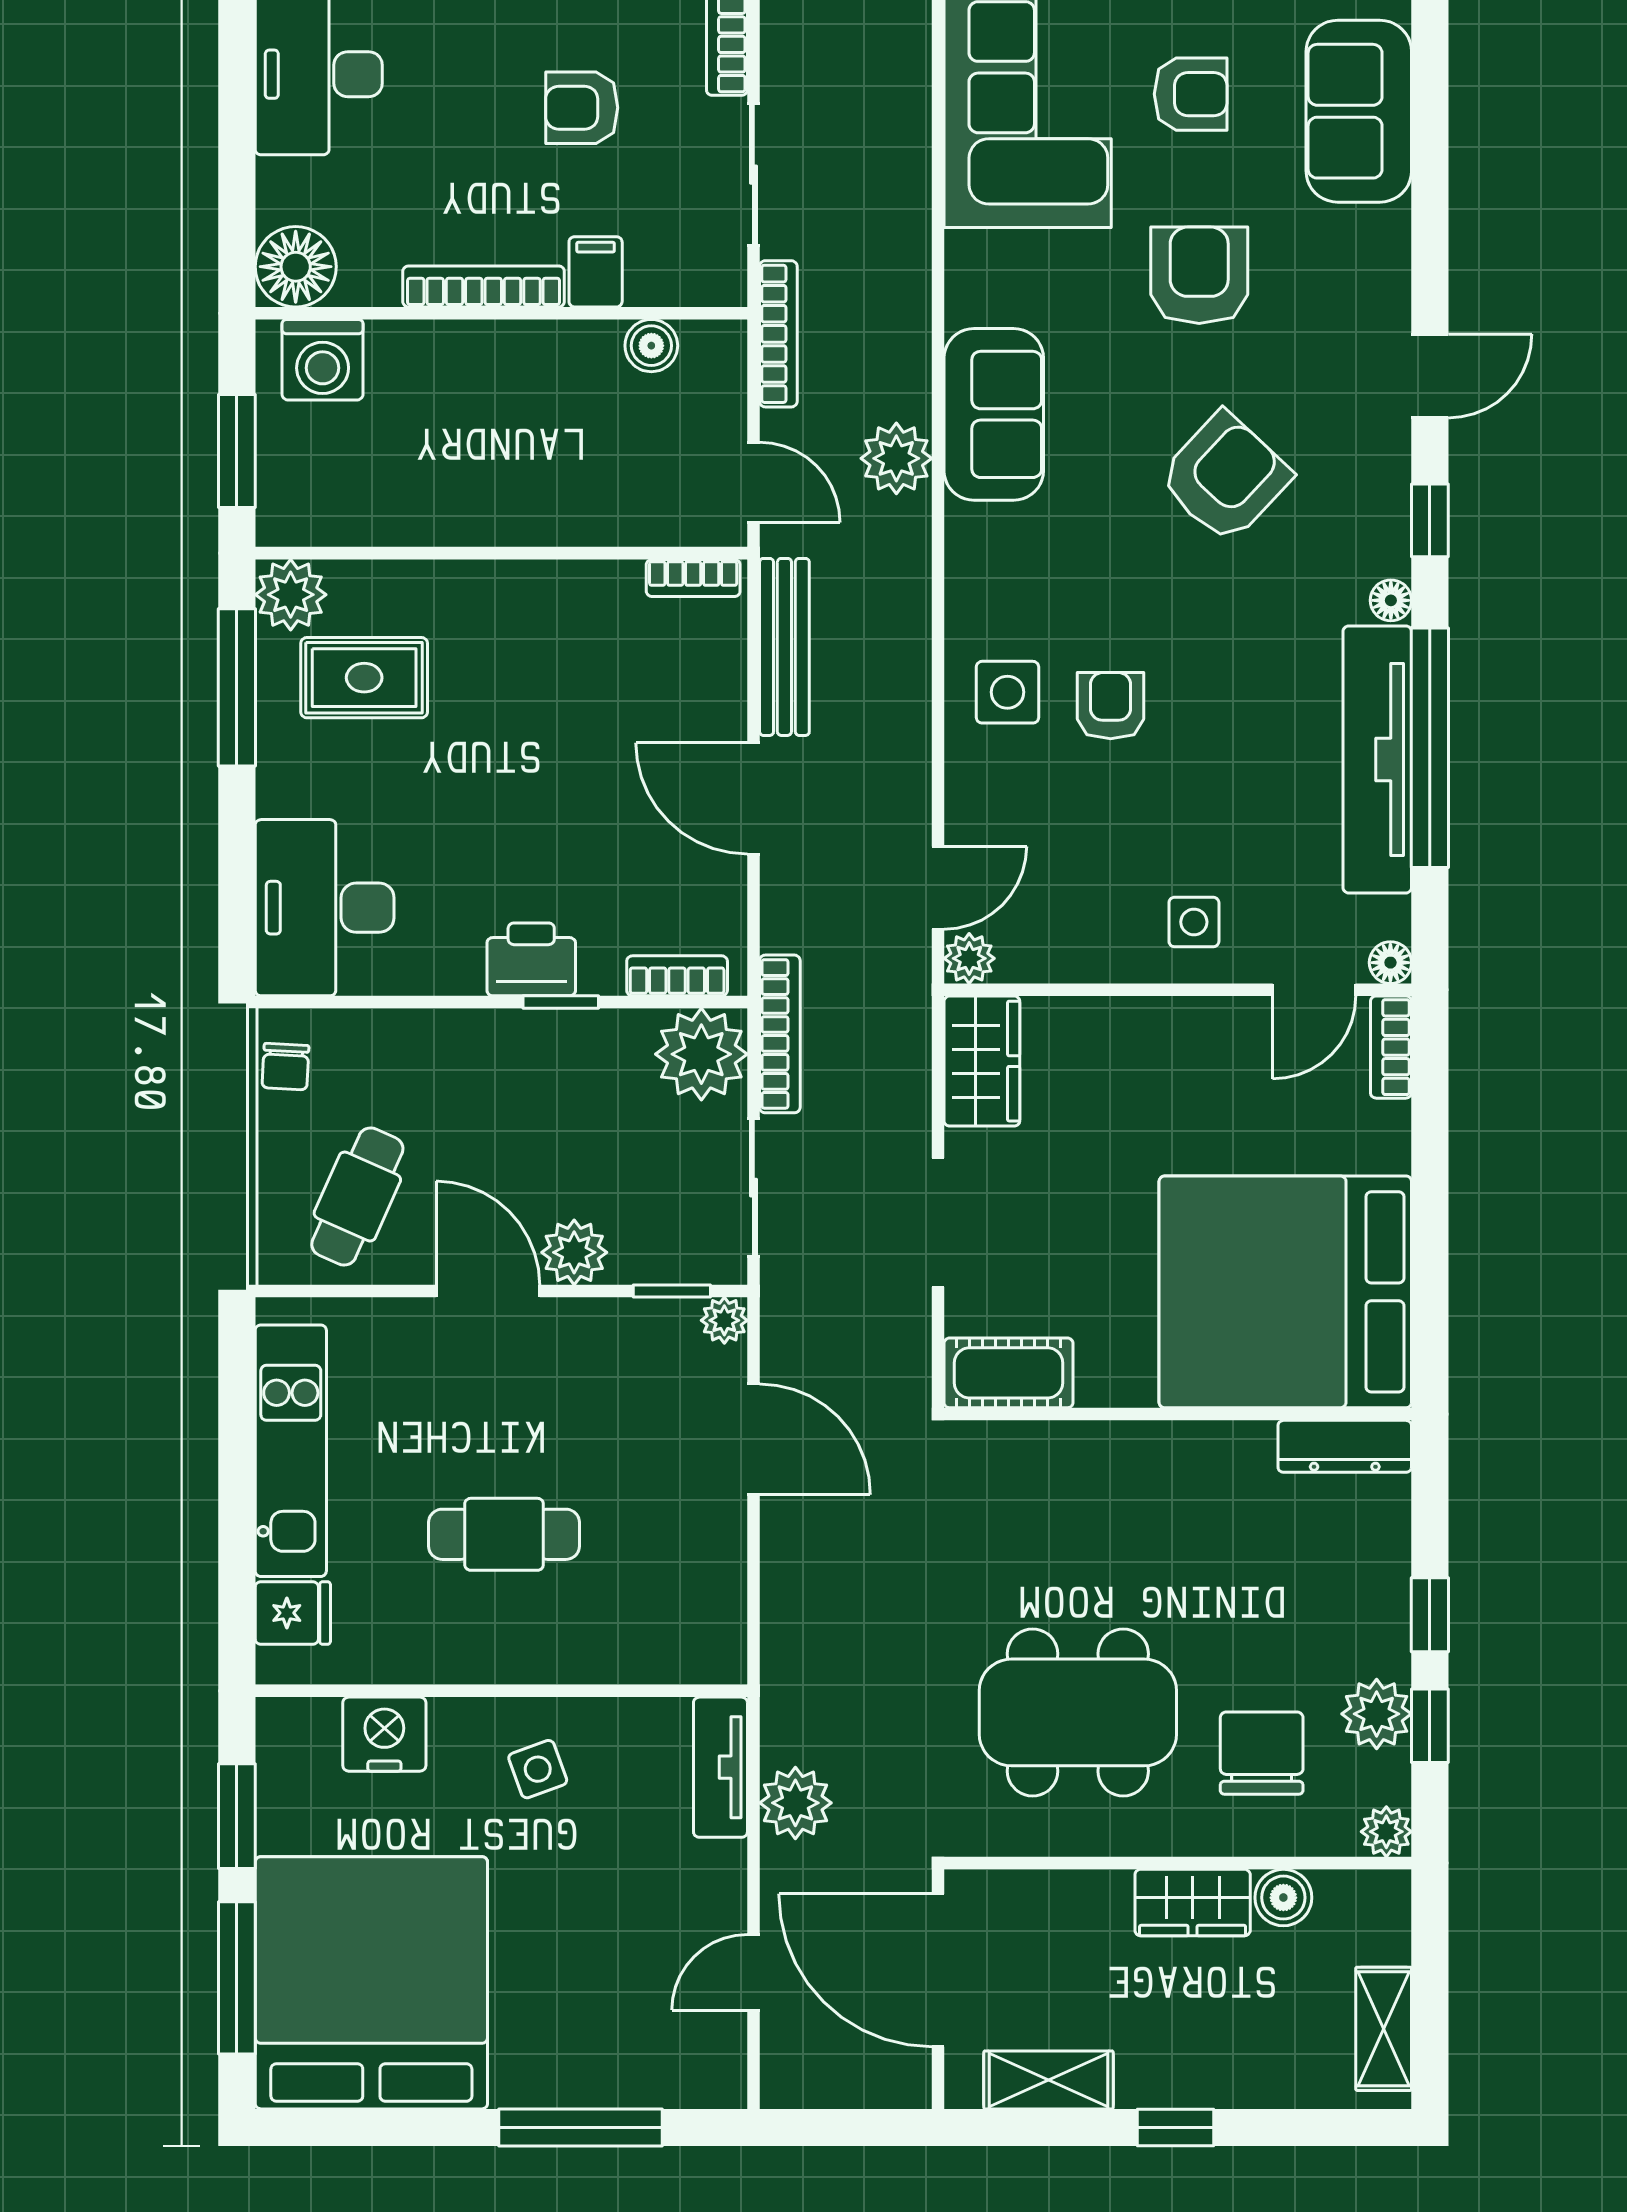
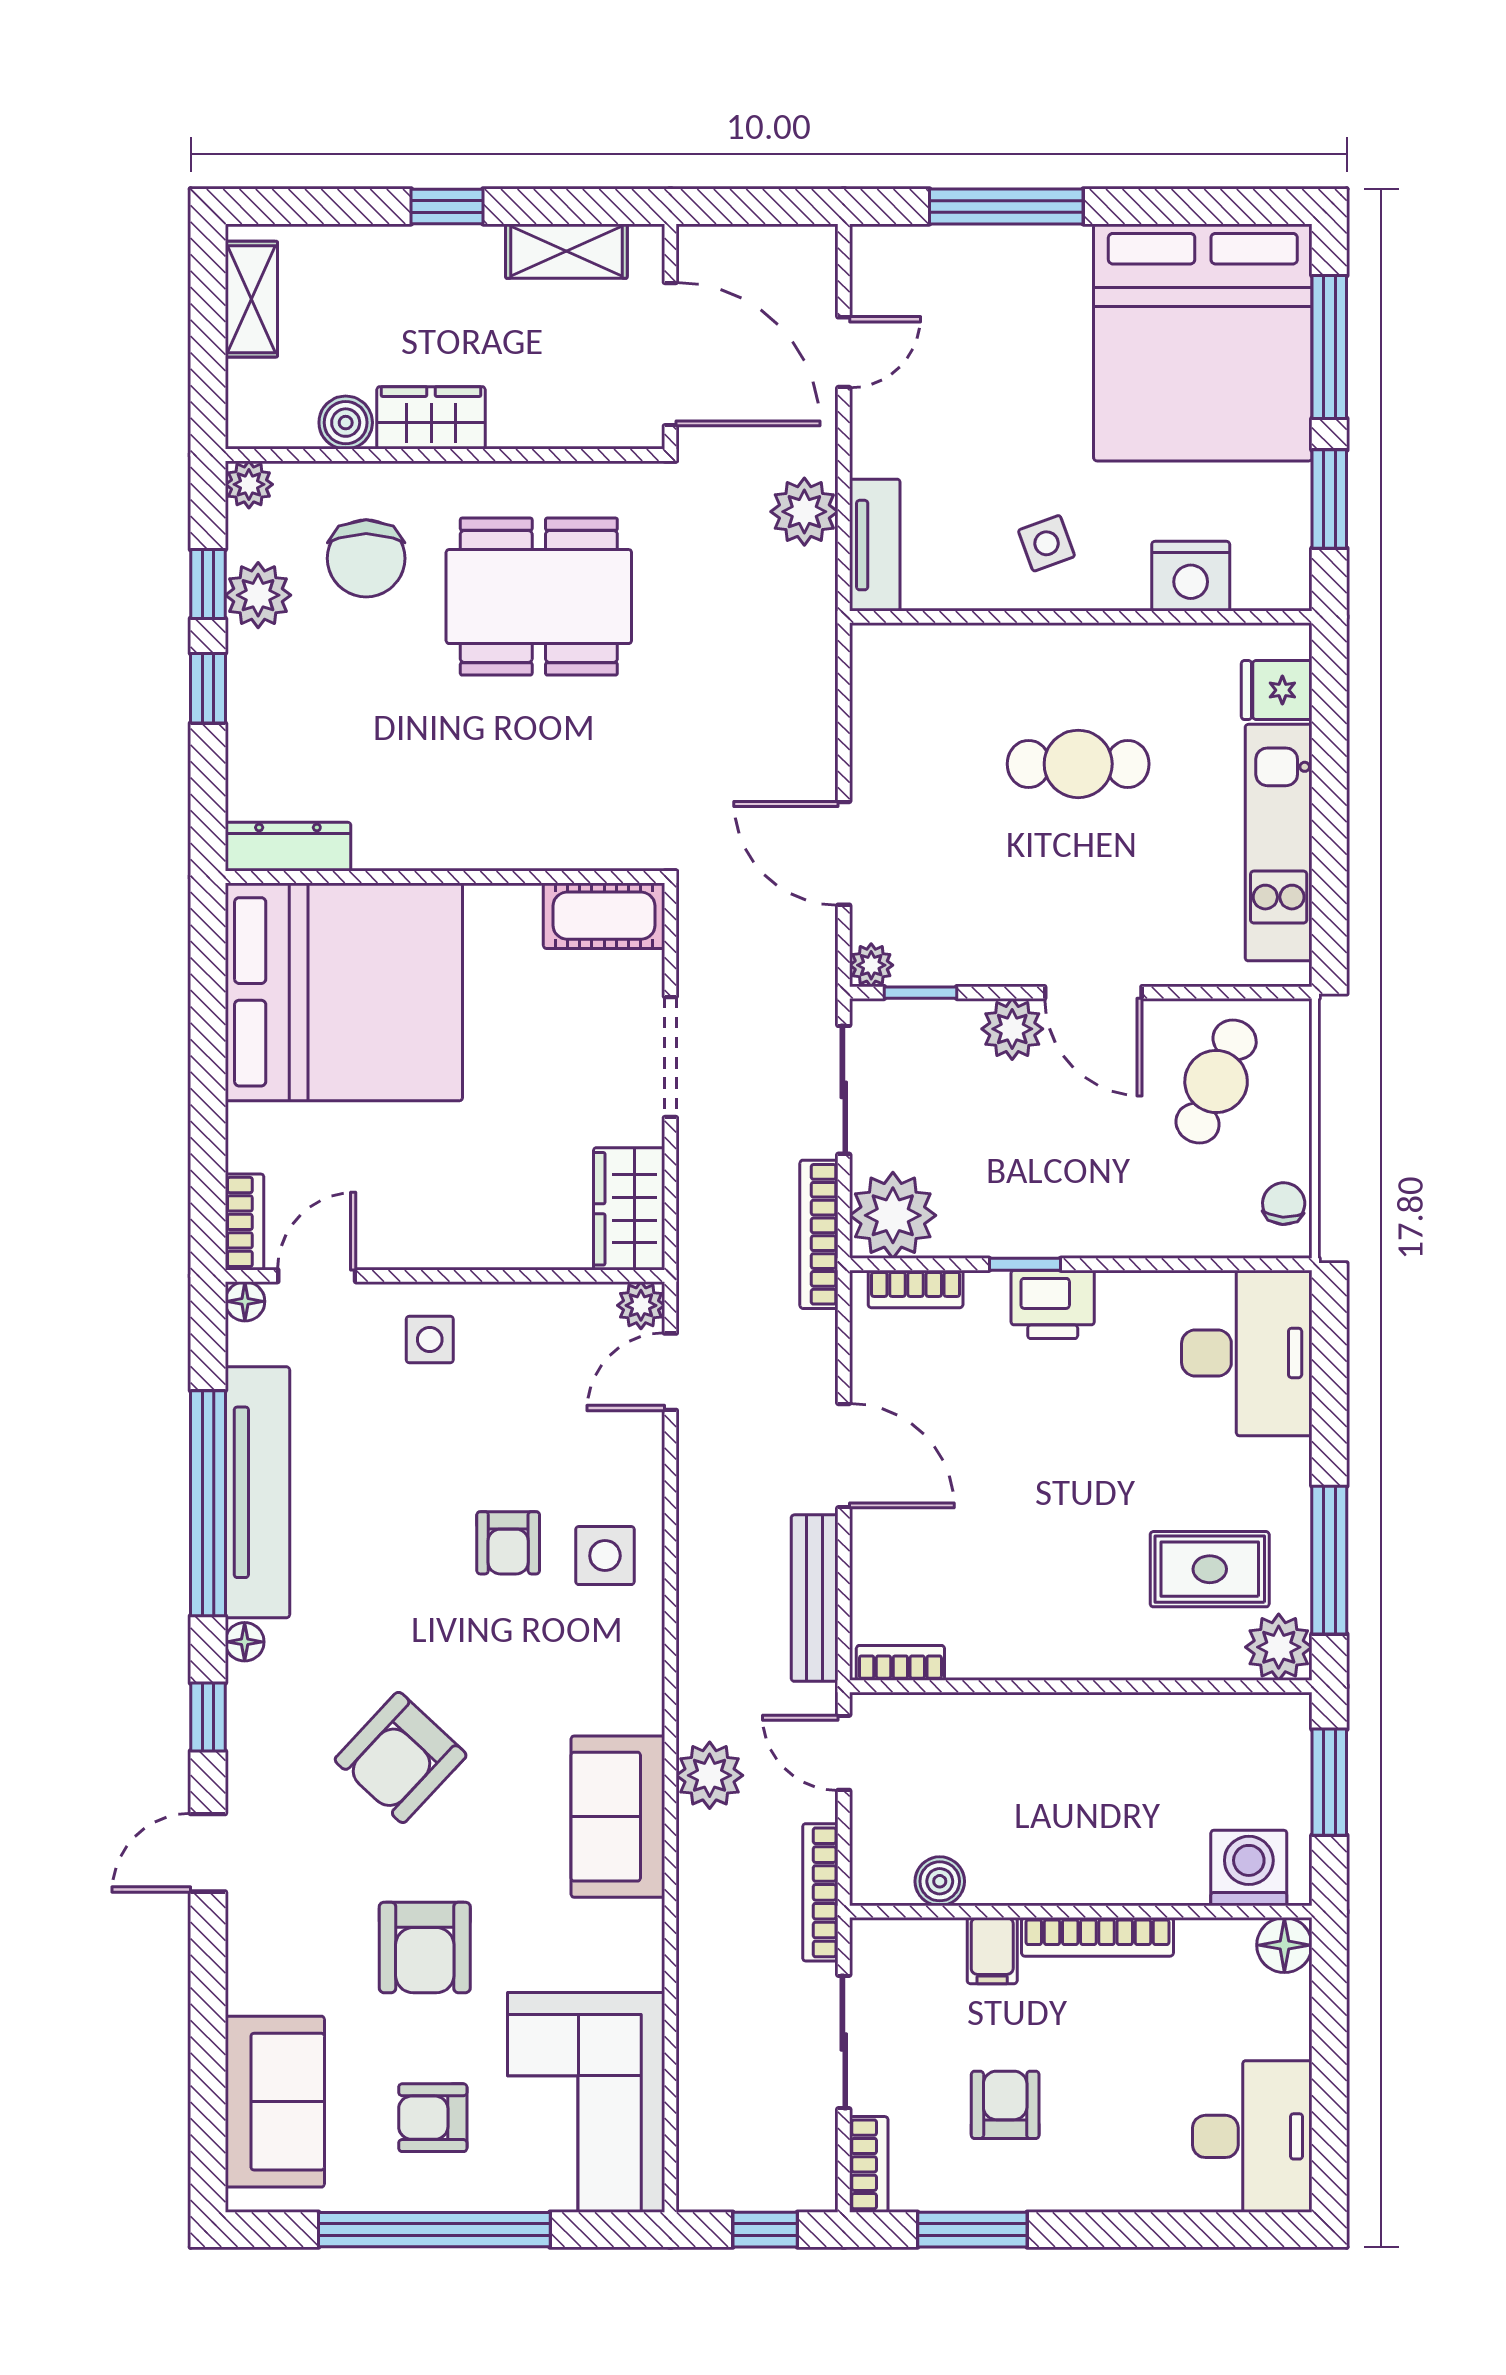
armchair: (582, 108) -> (1005, 2105), turned -90
floor lamp: (296, 267) -> (1284, 1945), width x0.73, depth x0.73

